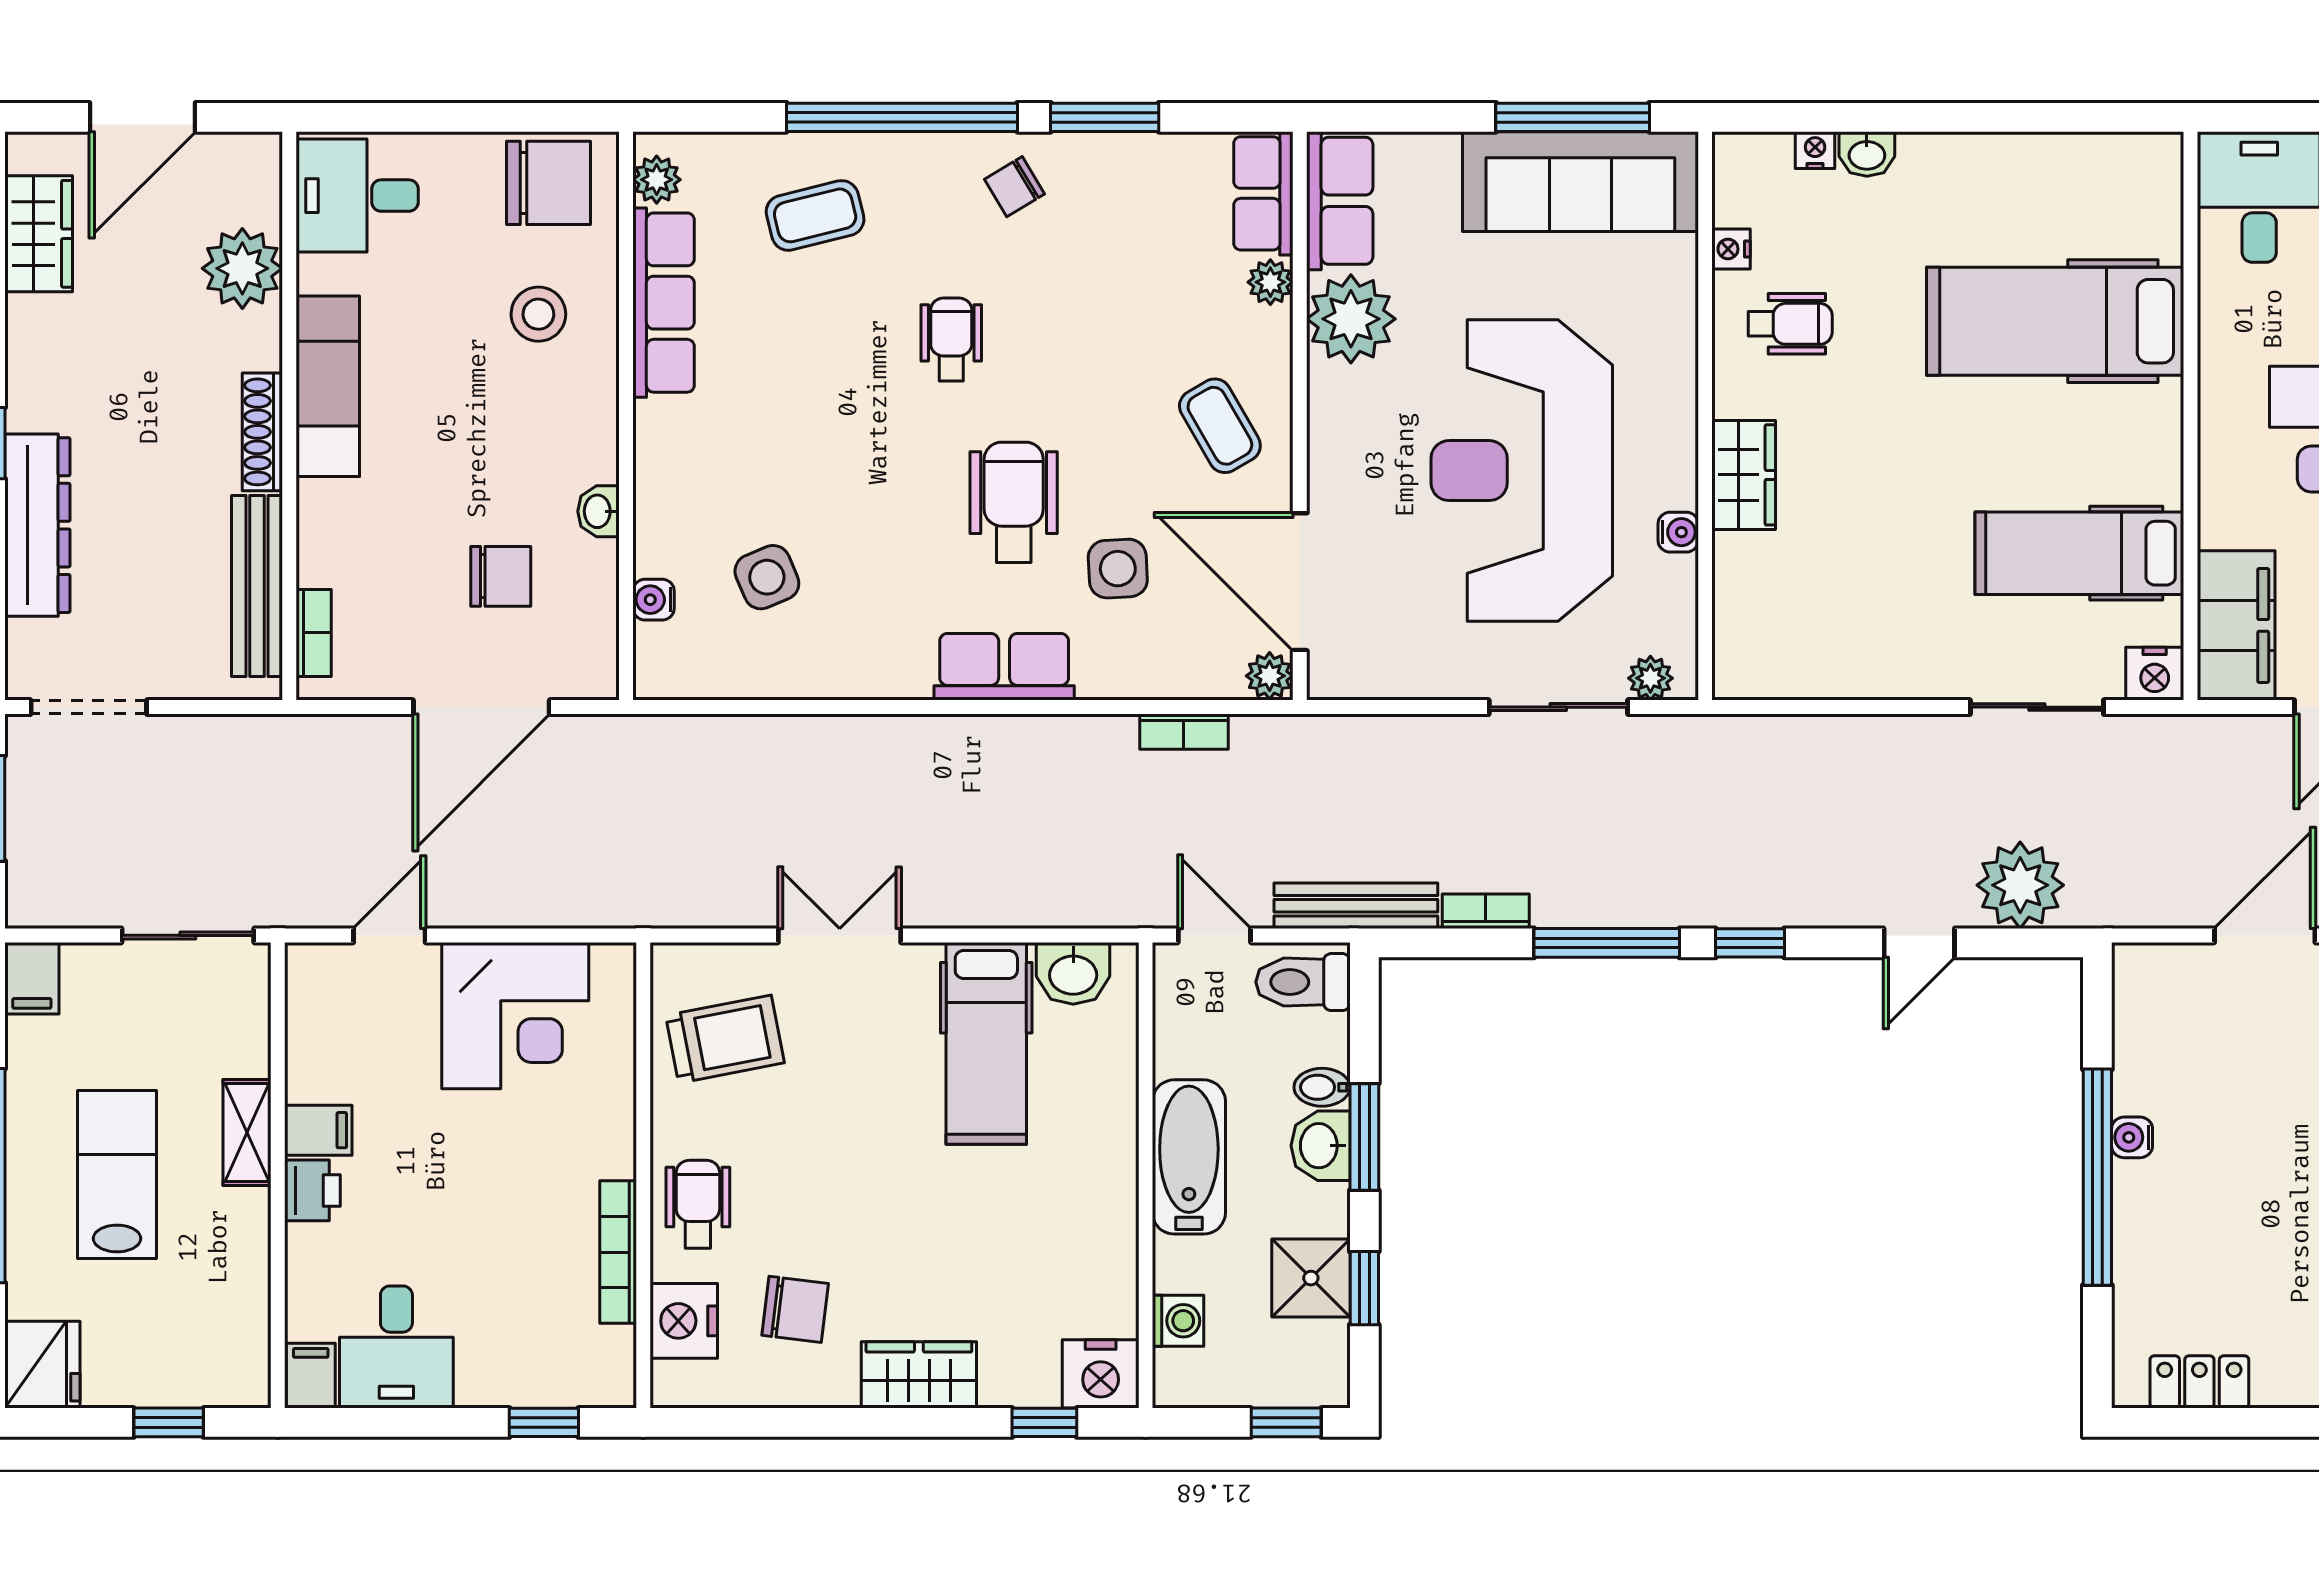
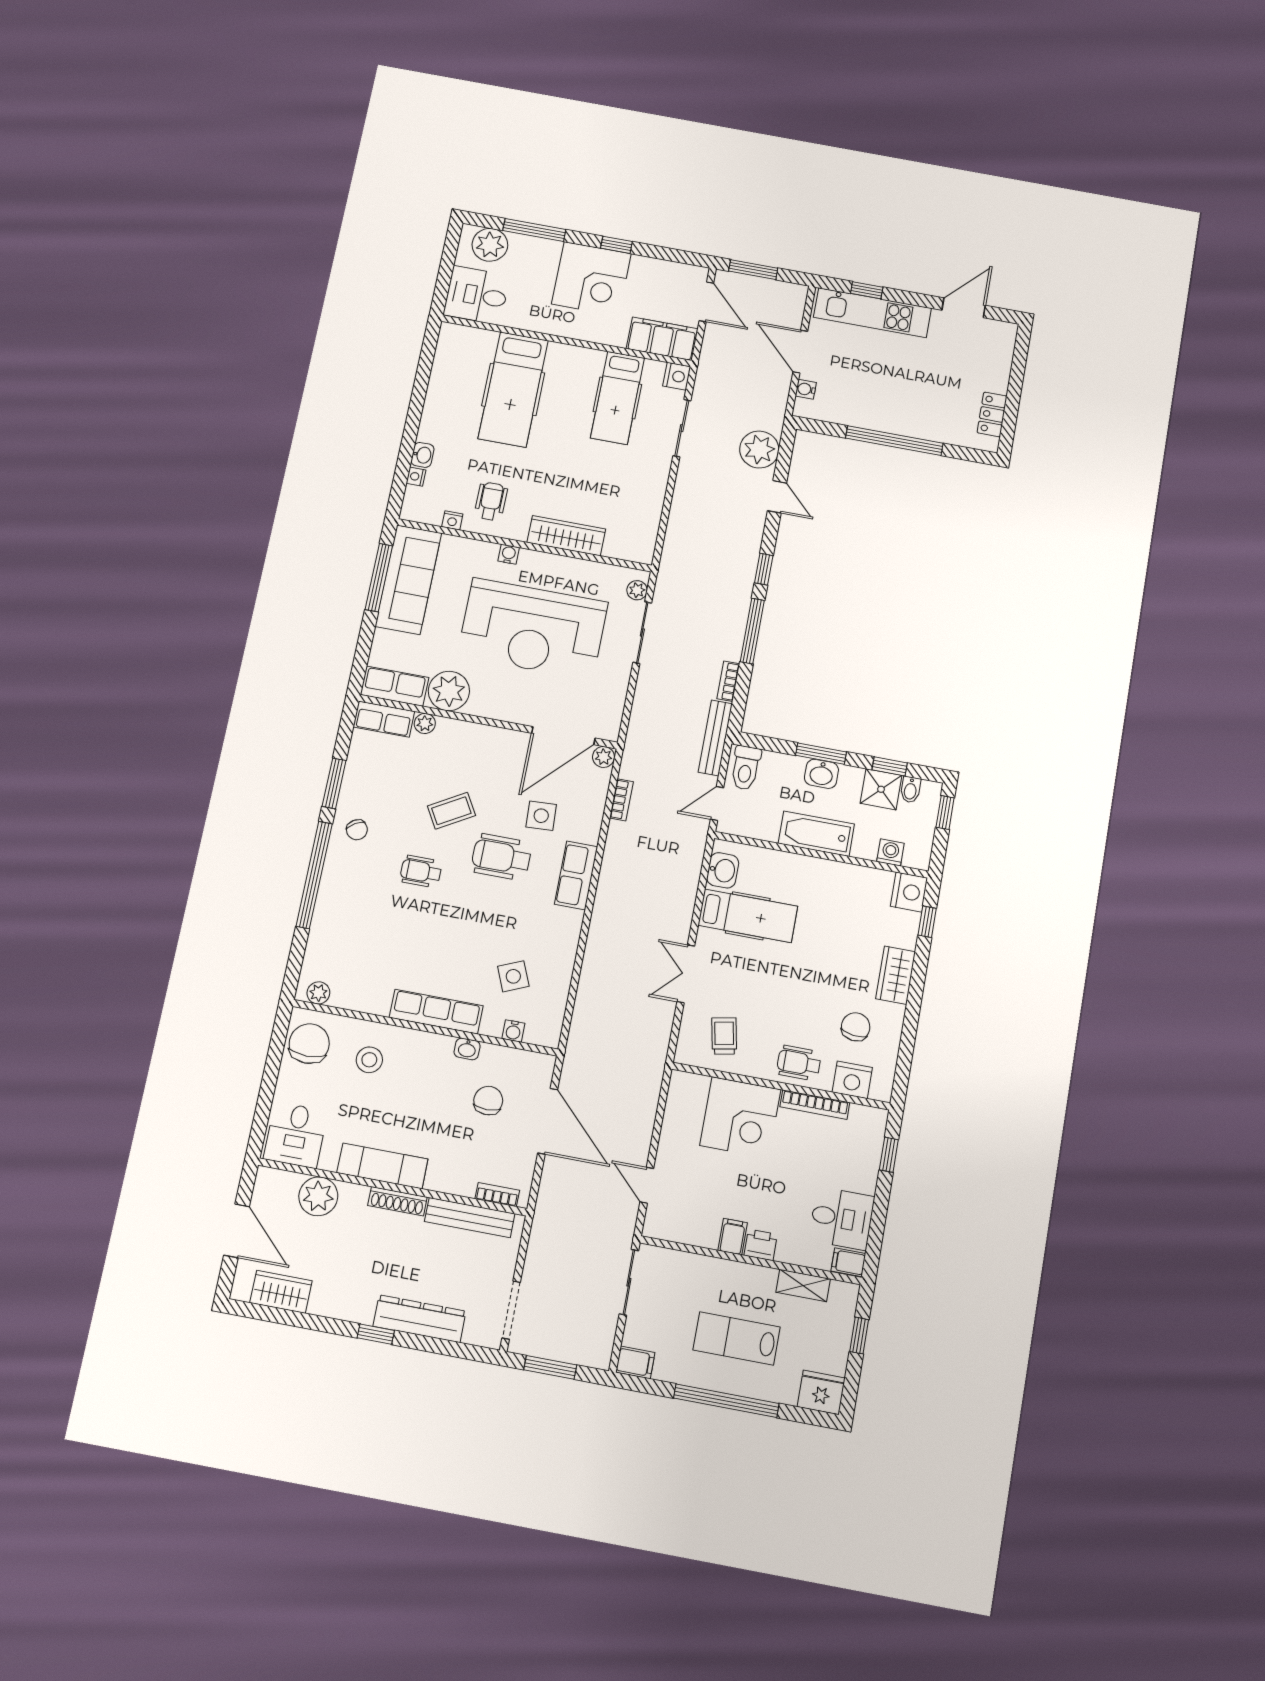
coffee table: (815, 215) -> (351, 923), removed
row of seats: (664, 303) -> (436, 1012), moved
coffee table: (1220, 426) -> (451, 811), moved
wardrobe: (1744, 475) -> (566, 536), width x1.50
water cooler: (1678, 532) -> (509, 554), moved
corner desk: (515, 1016) -> (740, 1117), moved, turned 90
trolley: (725, 1039) -> (724, 1036), width x0.73, depth x0.72
bidet: (1322, 1087) -> (910, 790), moved
shelving: (247, 1132) -> (803, 1286), moved
water cooler: (2132, 1137) -> (806, 389), moved, turned 90

